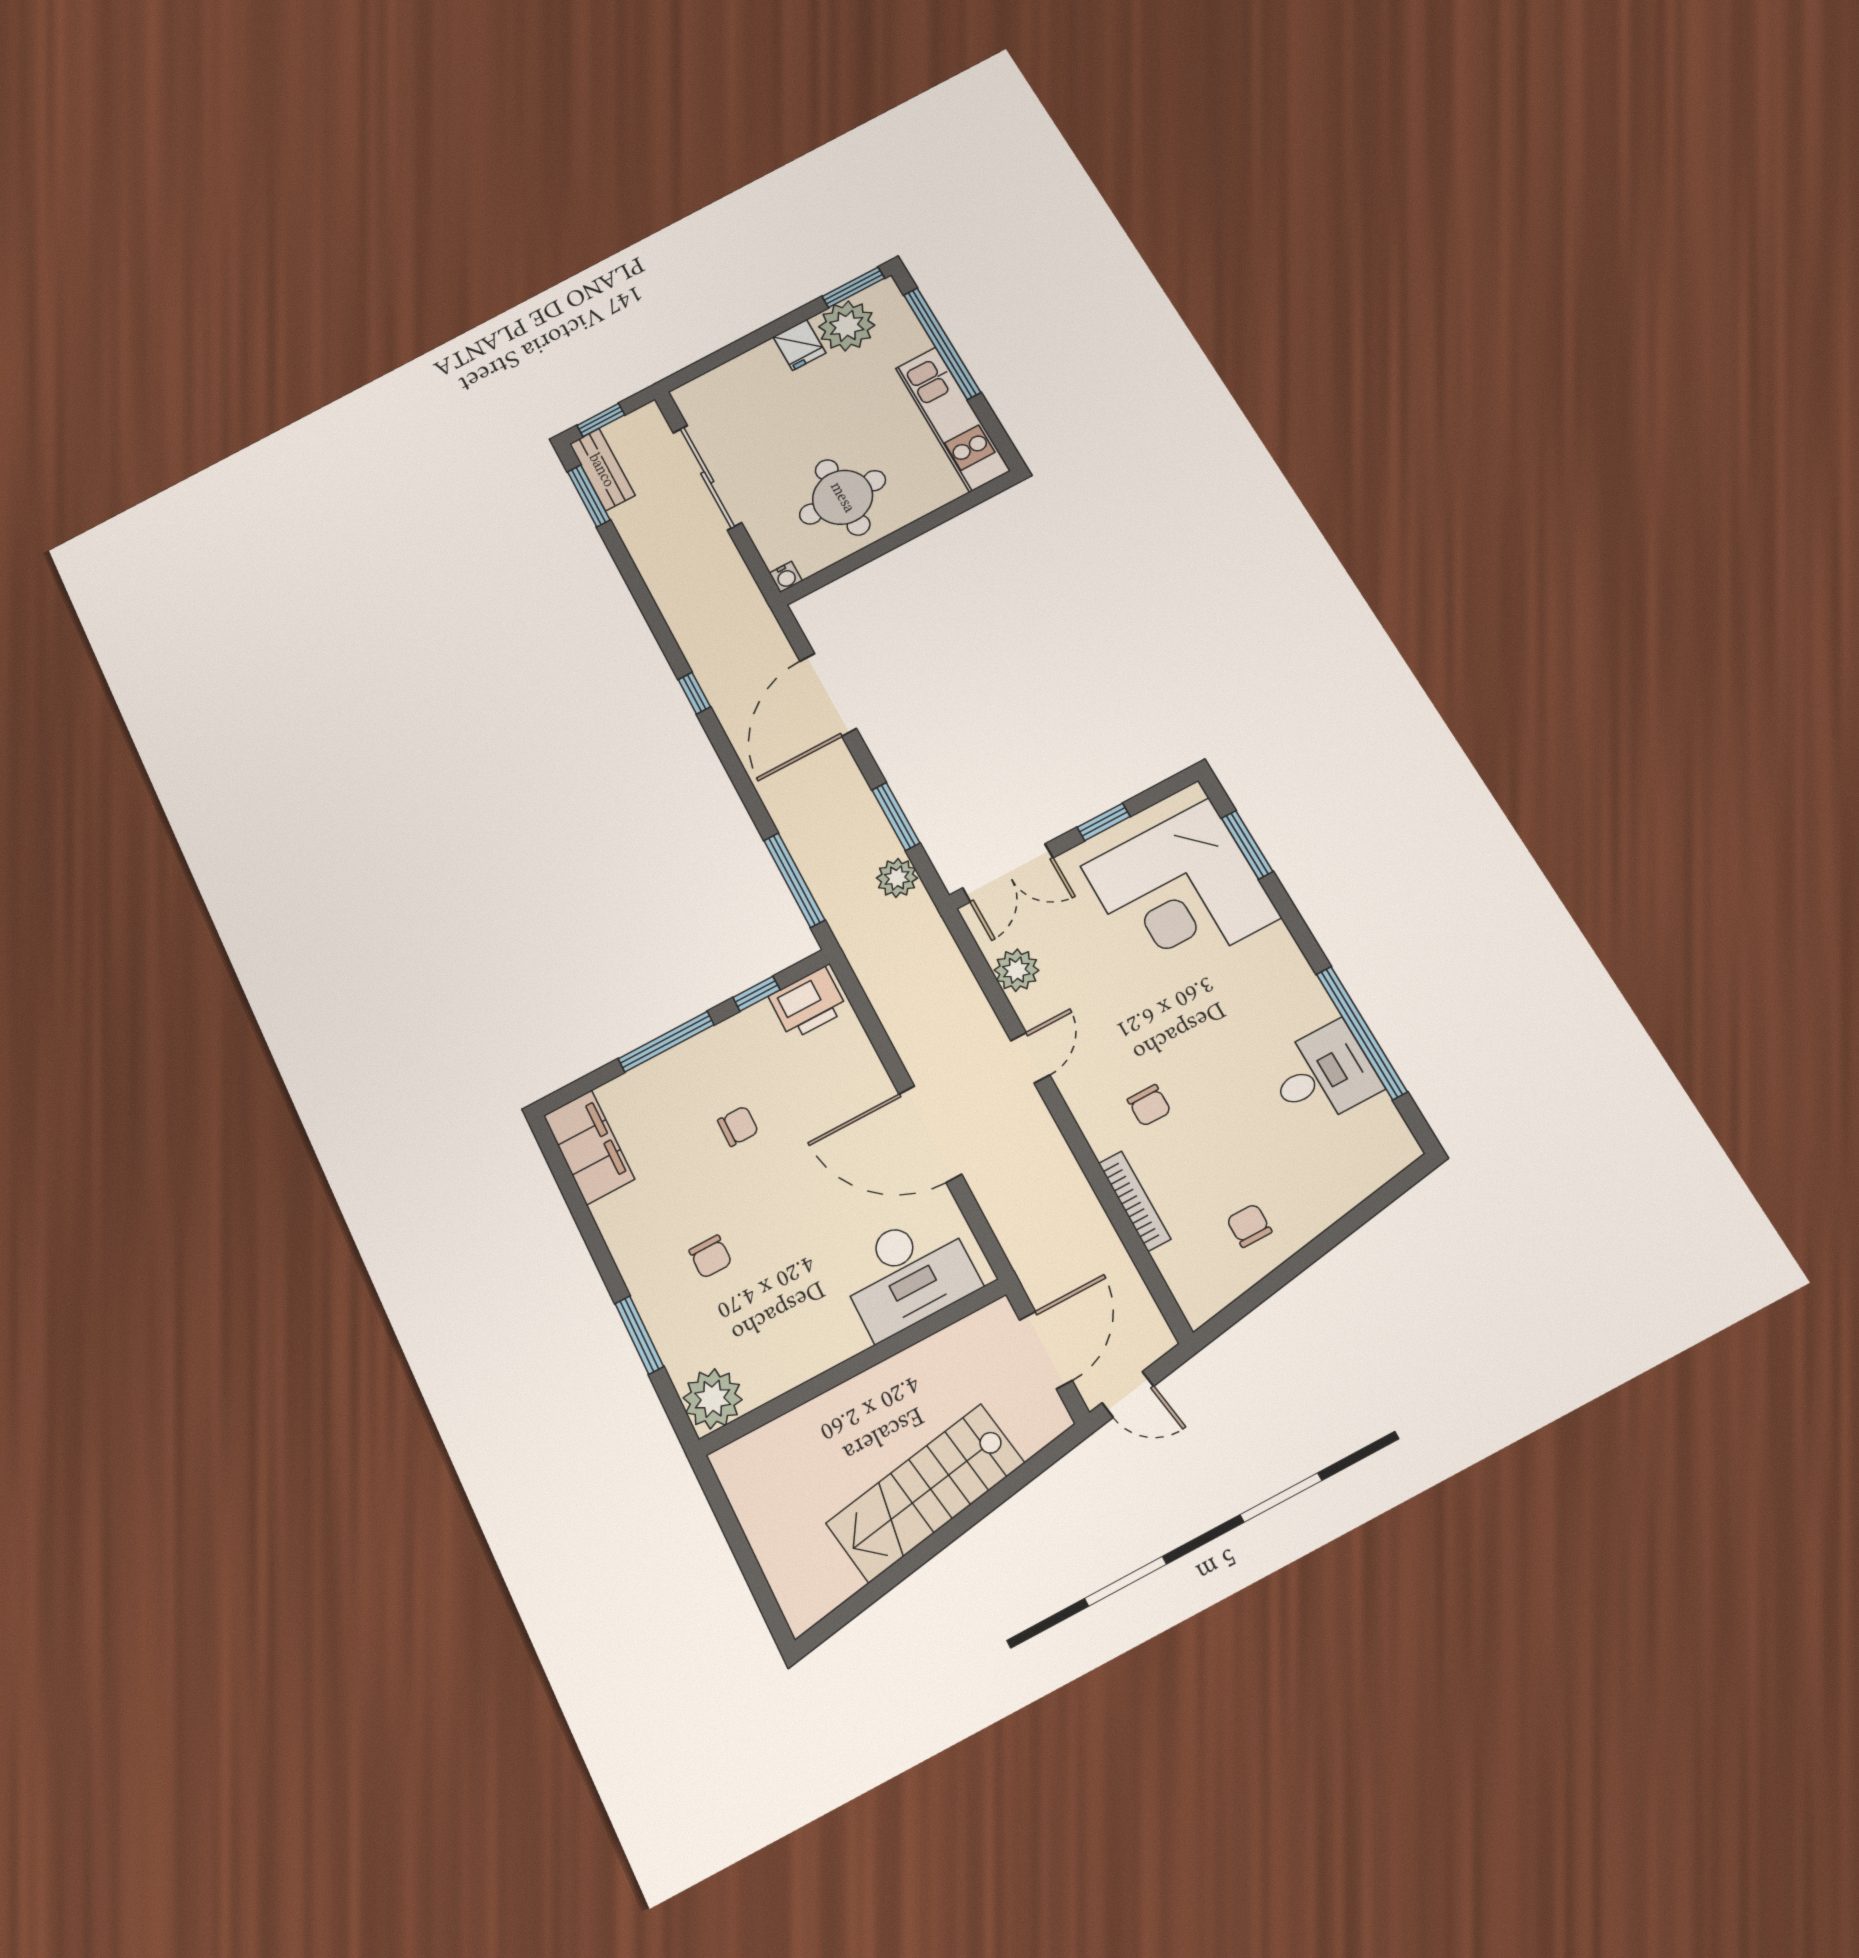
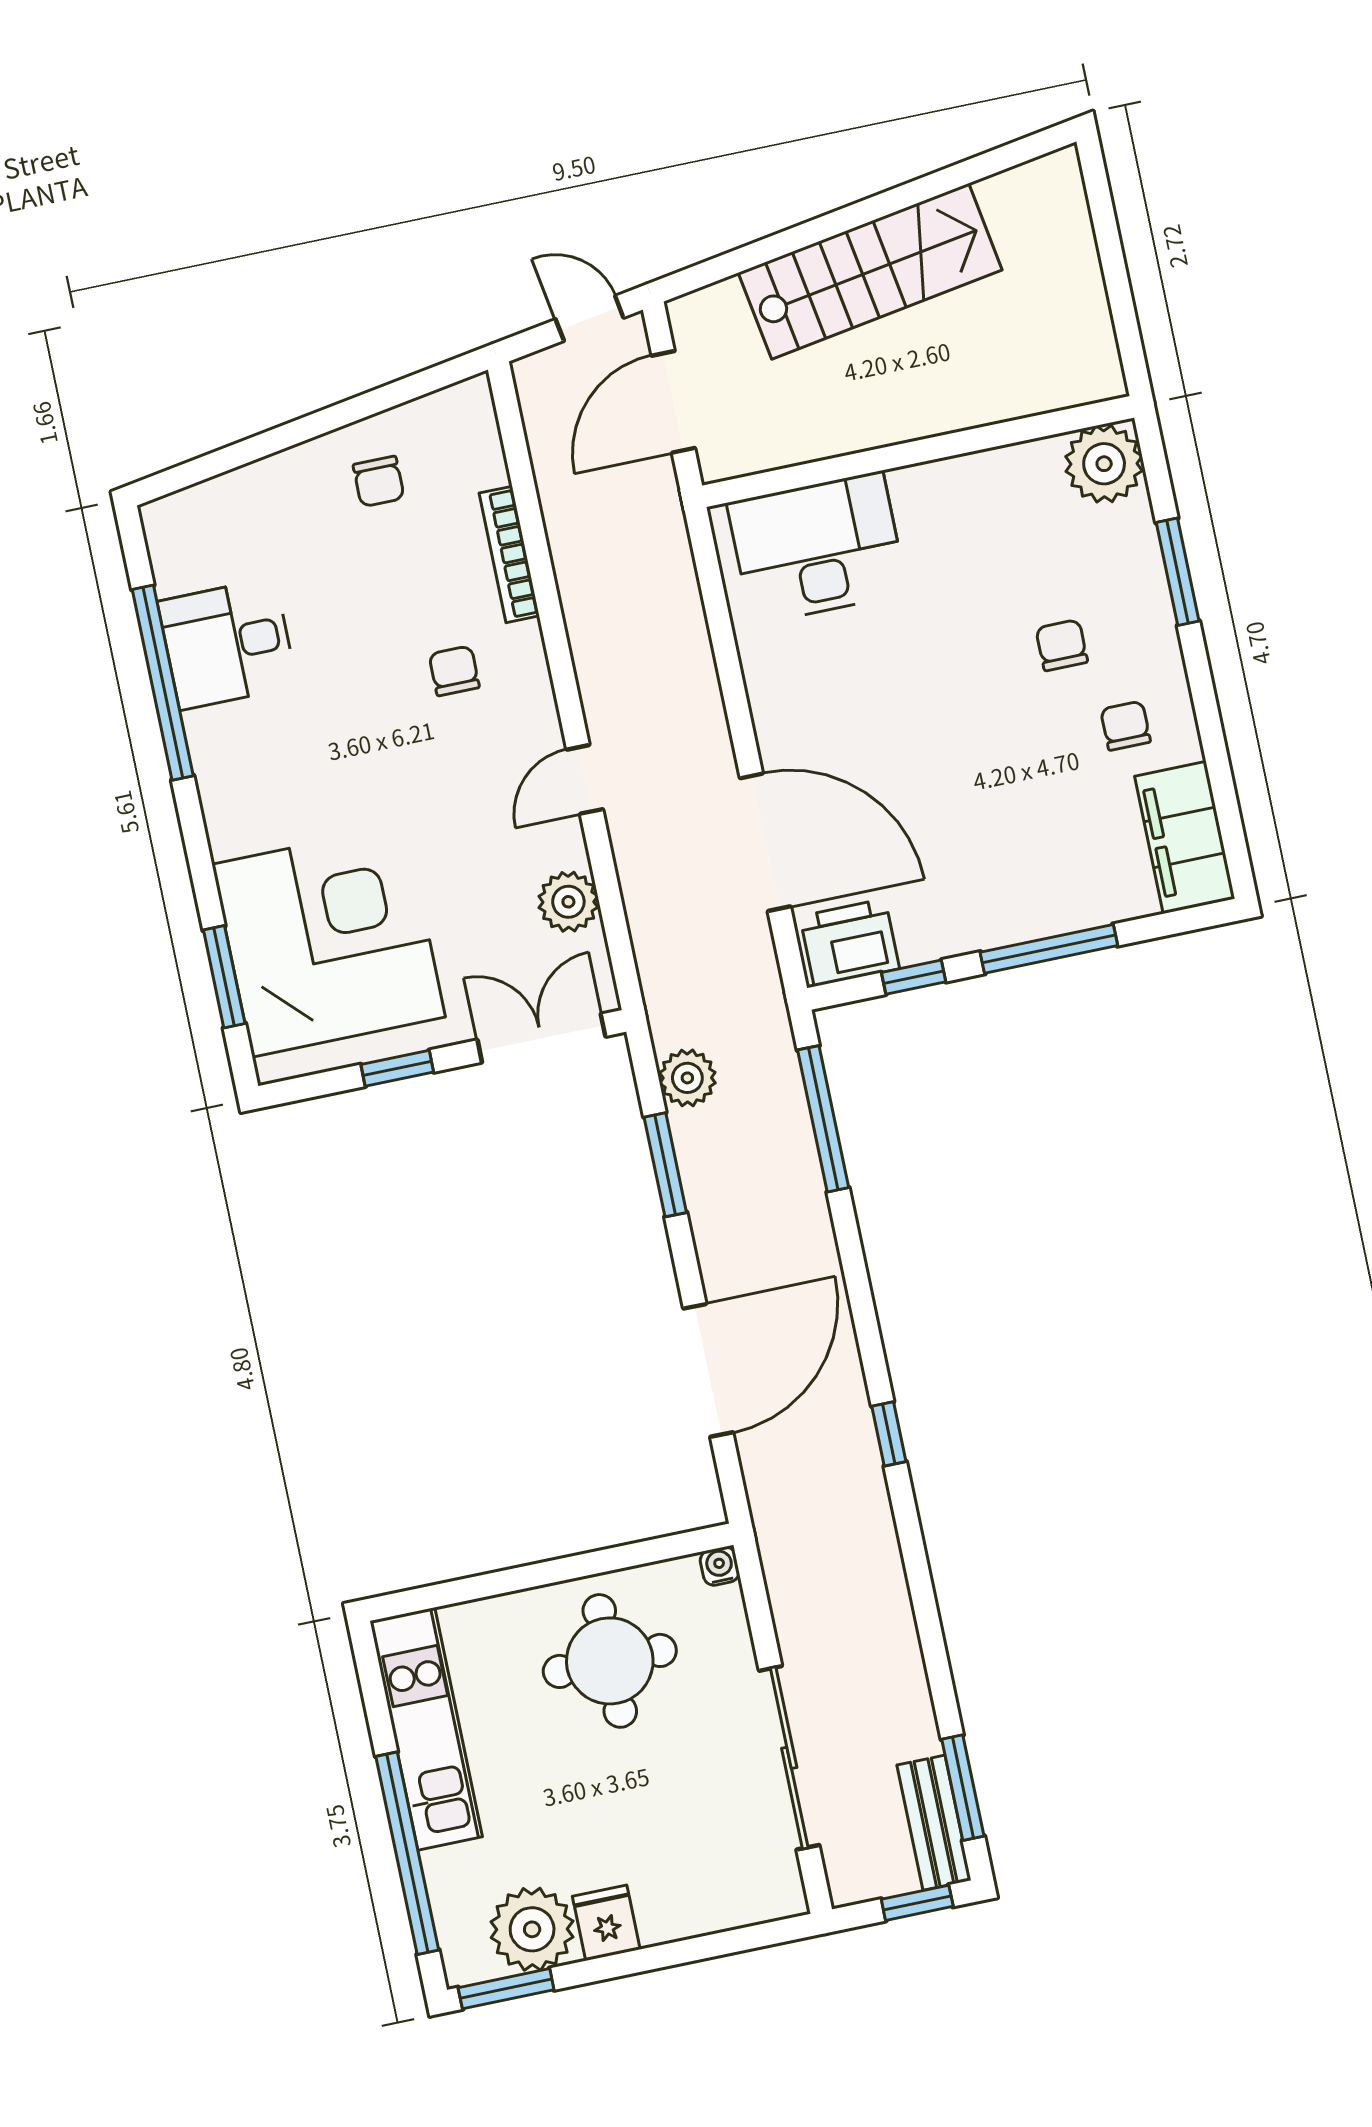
chair: (738, 1126) -> (1126, 726), moved, turned 90
door: (930, 1134) -> (765, 842), moved

